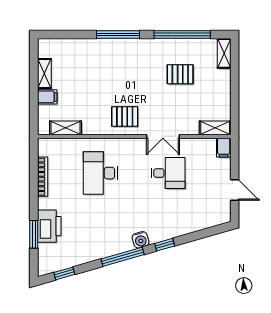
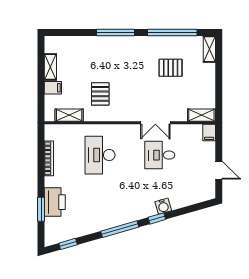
pallet: (125, 117) -> (100, 94), moved, turned 90
desk: (168, 173) -> (160, 155), turned 180
water cooler: (140, 240) -> (163, 206), moved

